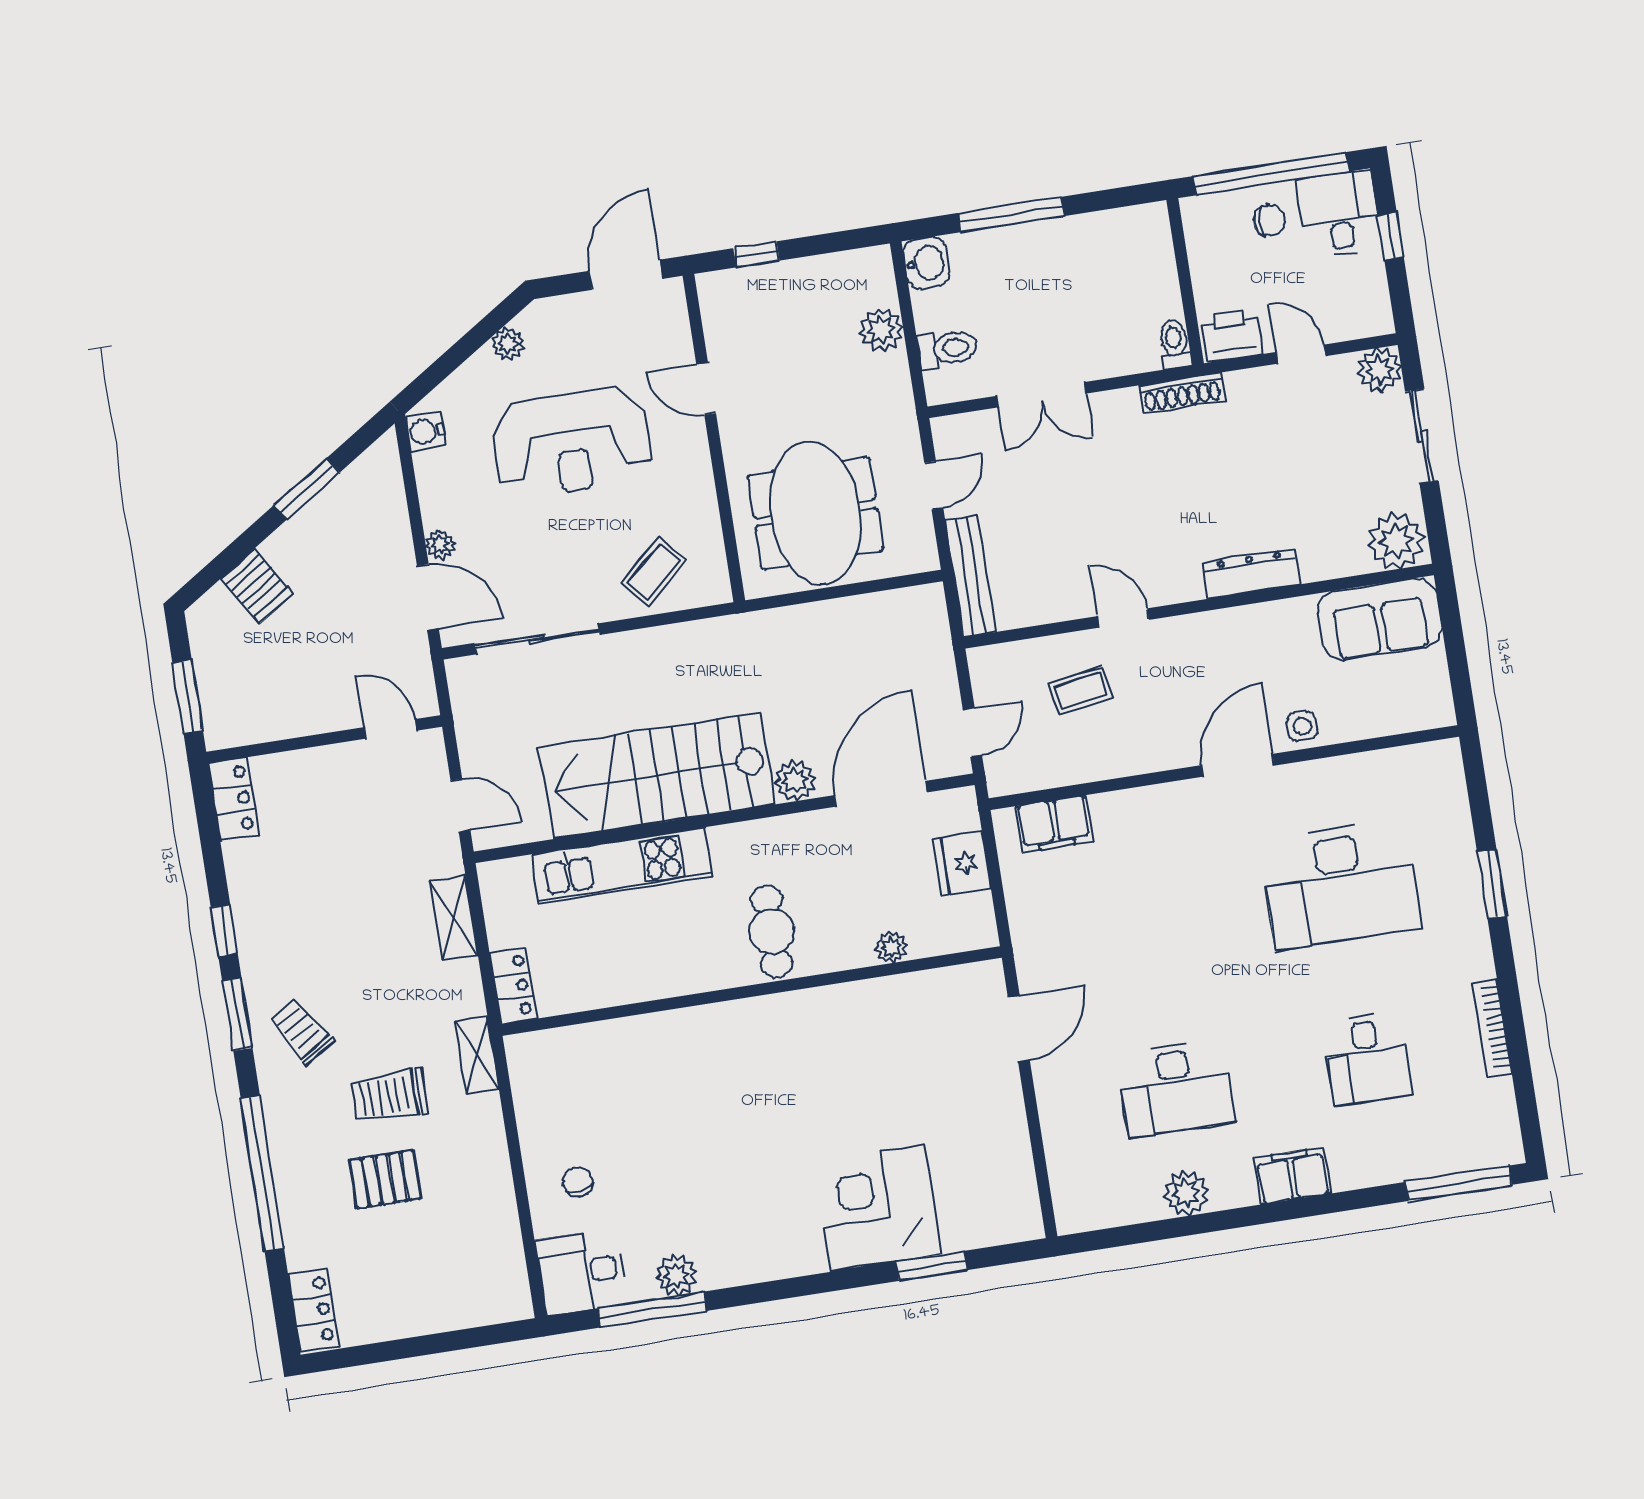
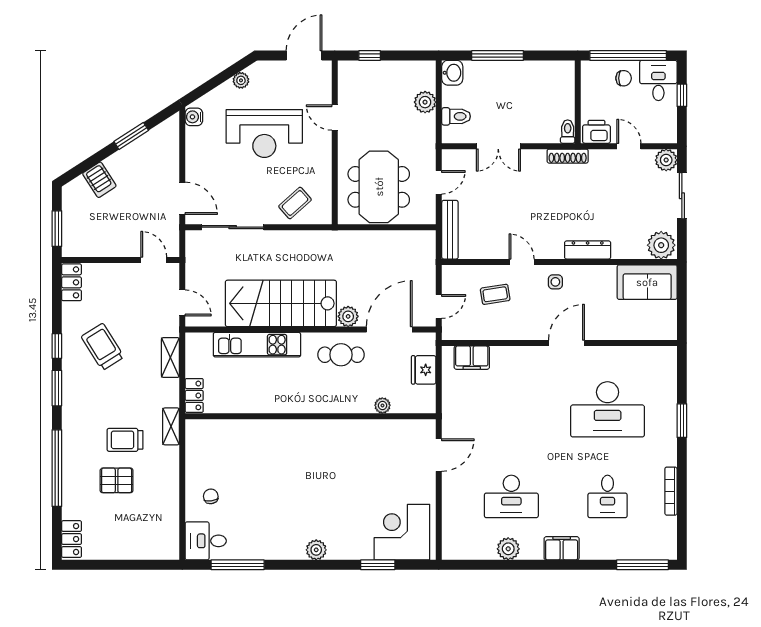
plant: (440, 545) -> (192, 173), removed
side table: (1302, 726) -> (555, 282), moved
cafe table: (772, 932) -> (341, 355), moved, turned 90
trolley: (301, 1031) -> (103, 347), moved, width x1.36, depth x1.39
corner desk: (877, 1208) -> (402, 532), moved
plant: (676, 1275) -> (316, 550), moved

